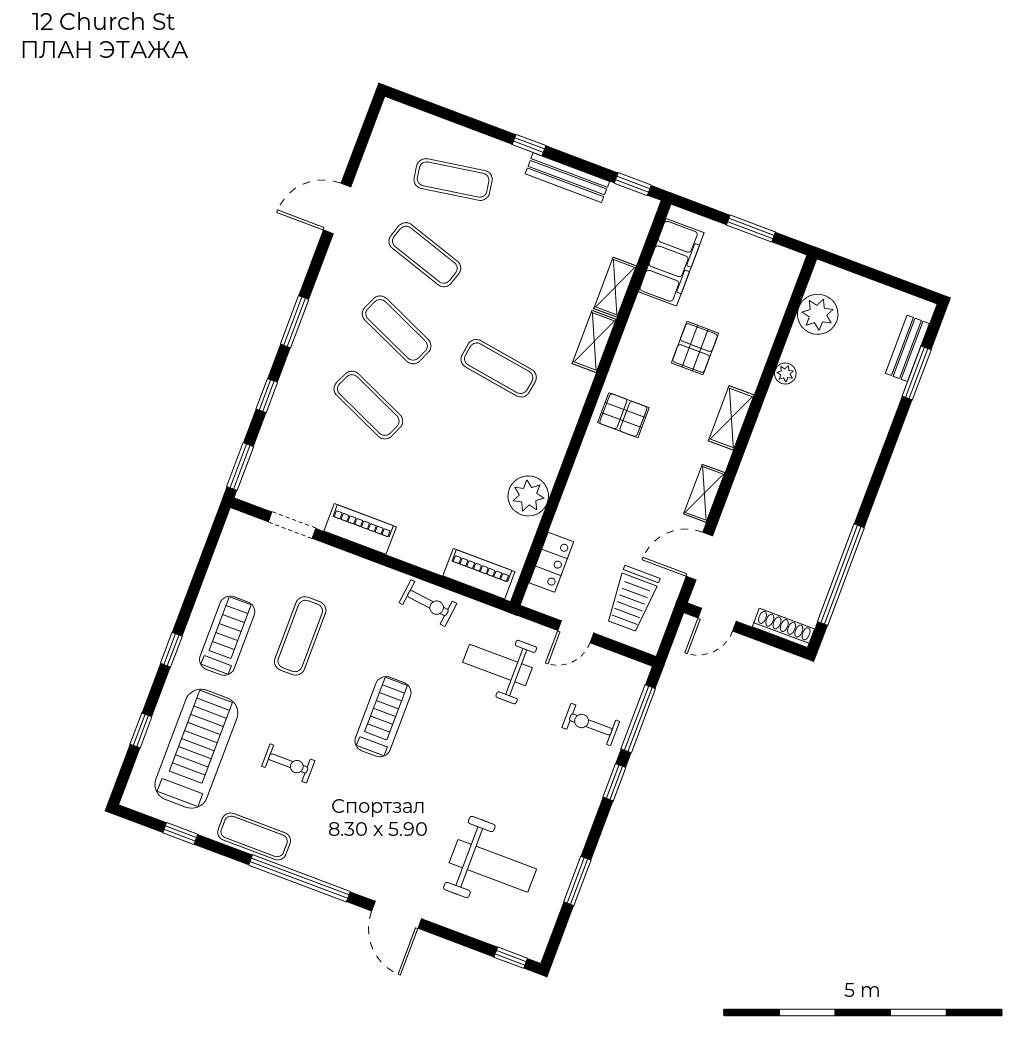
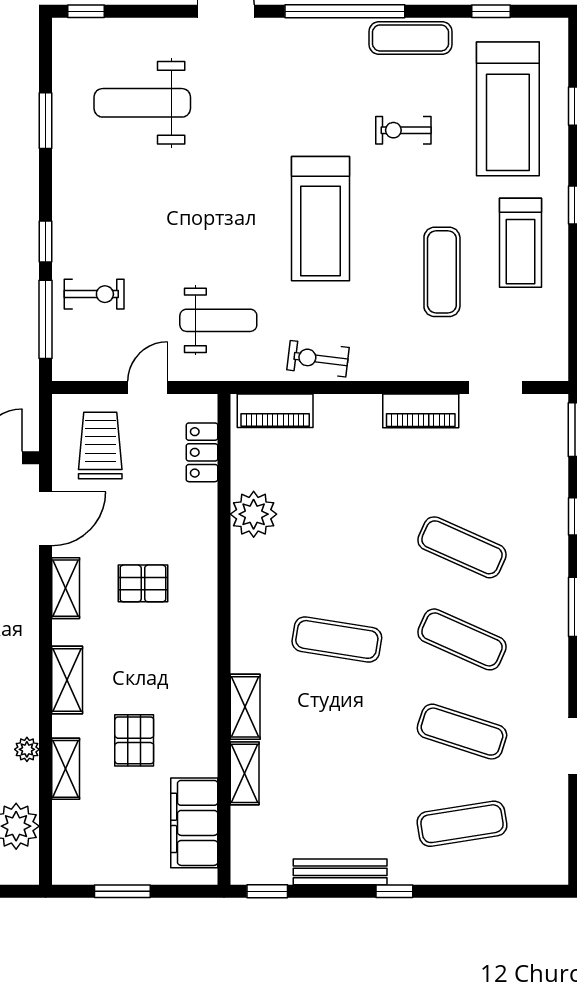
shelving: (760, 346) -> (66, 769), added
pallet: (623, 415) -> (143, 583), moved
treadmill: (383, 717) -> (320, 219), width x1.37, depth x1.38

